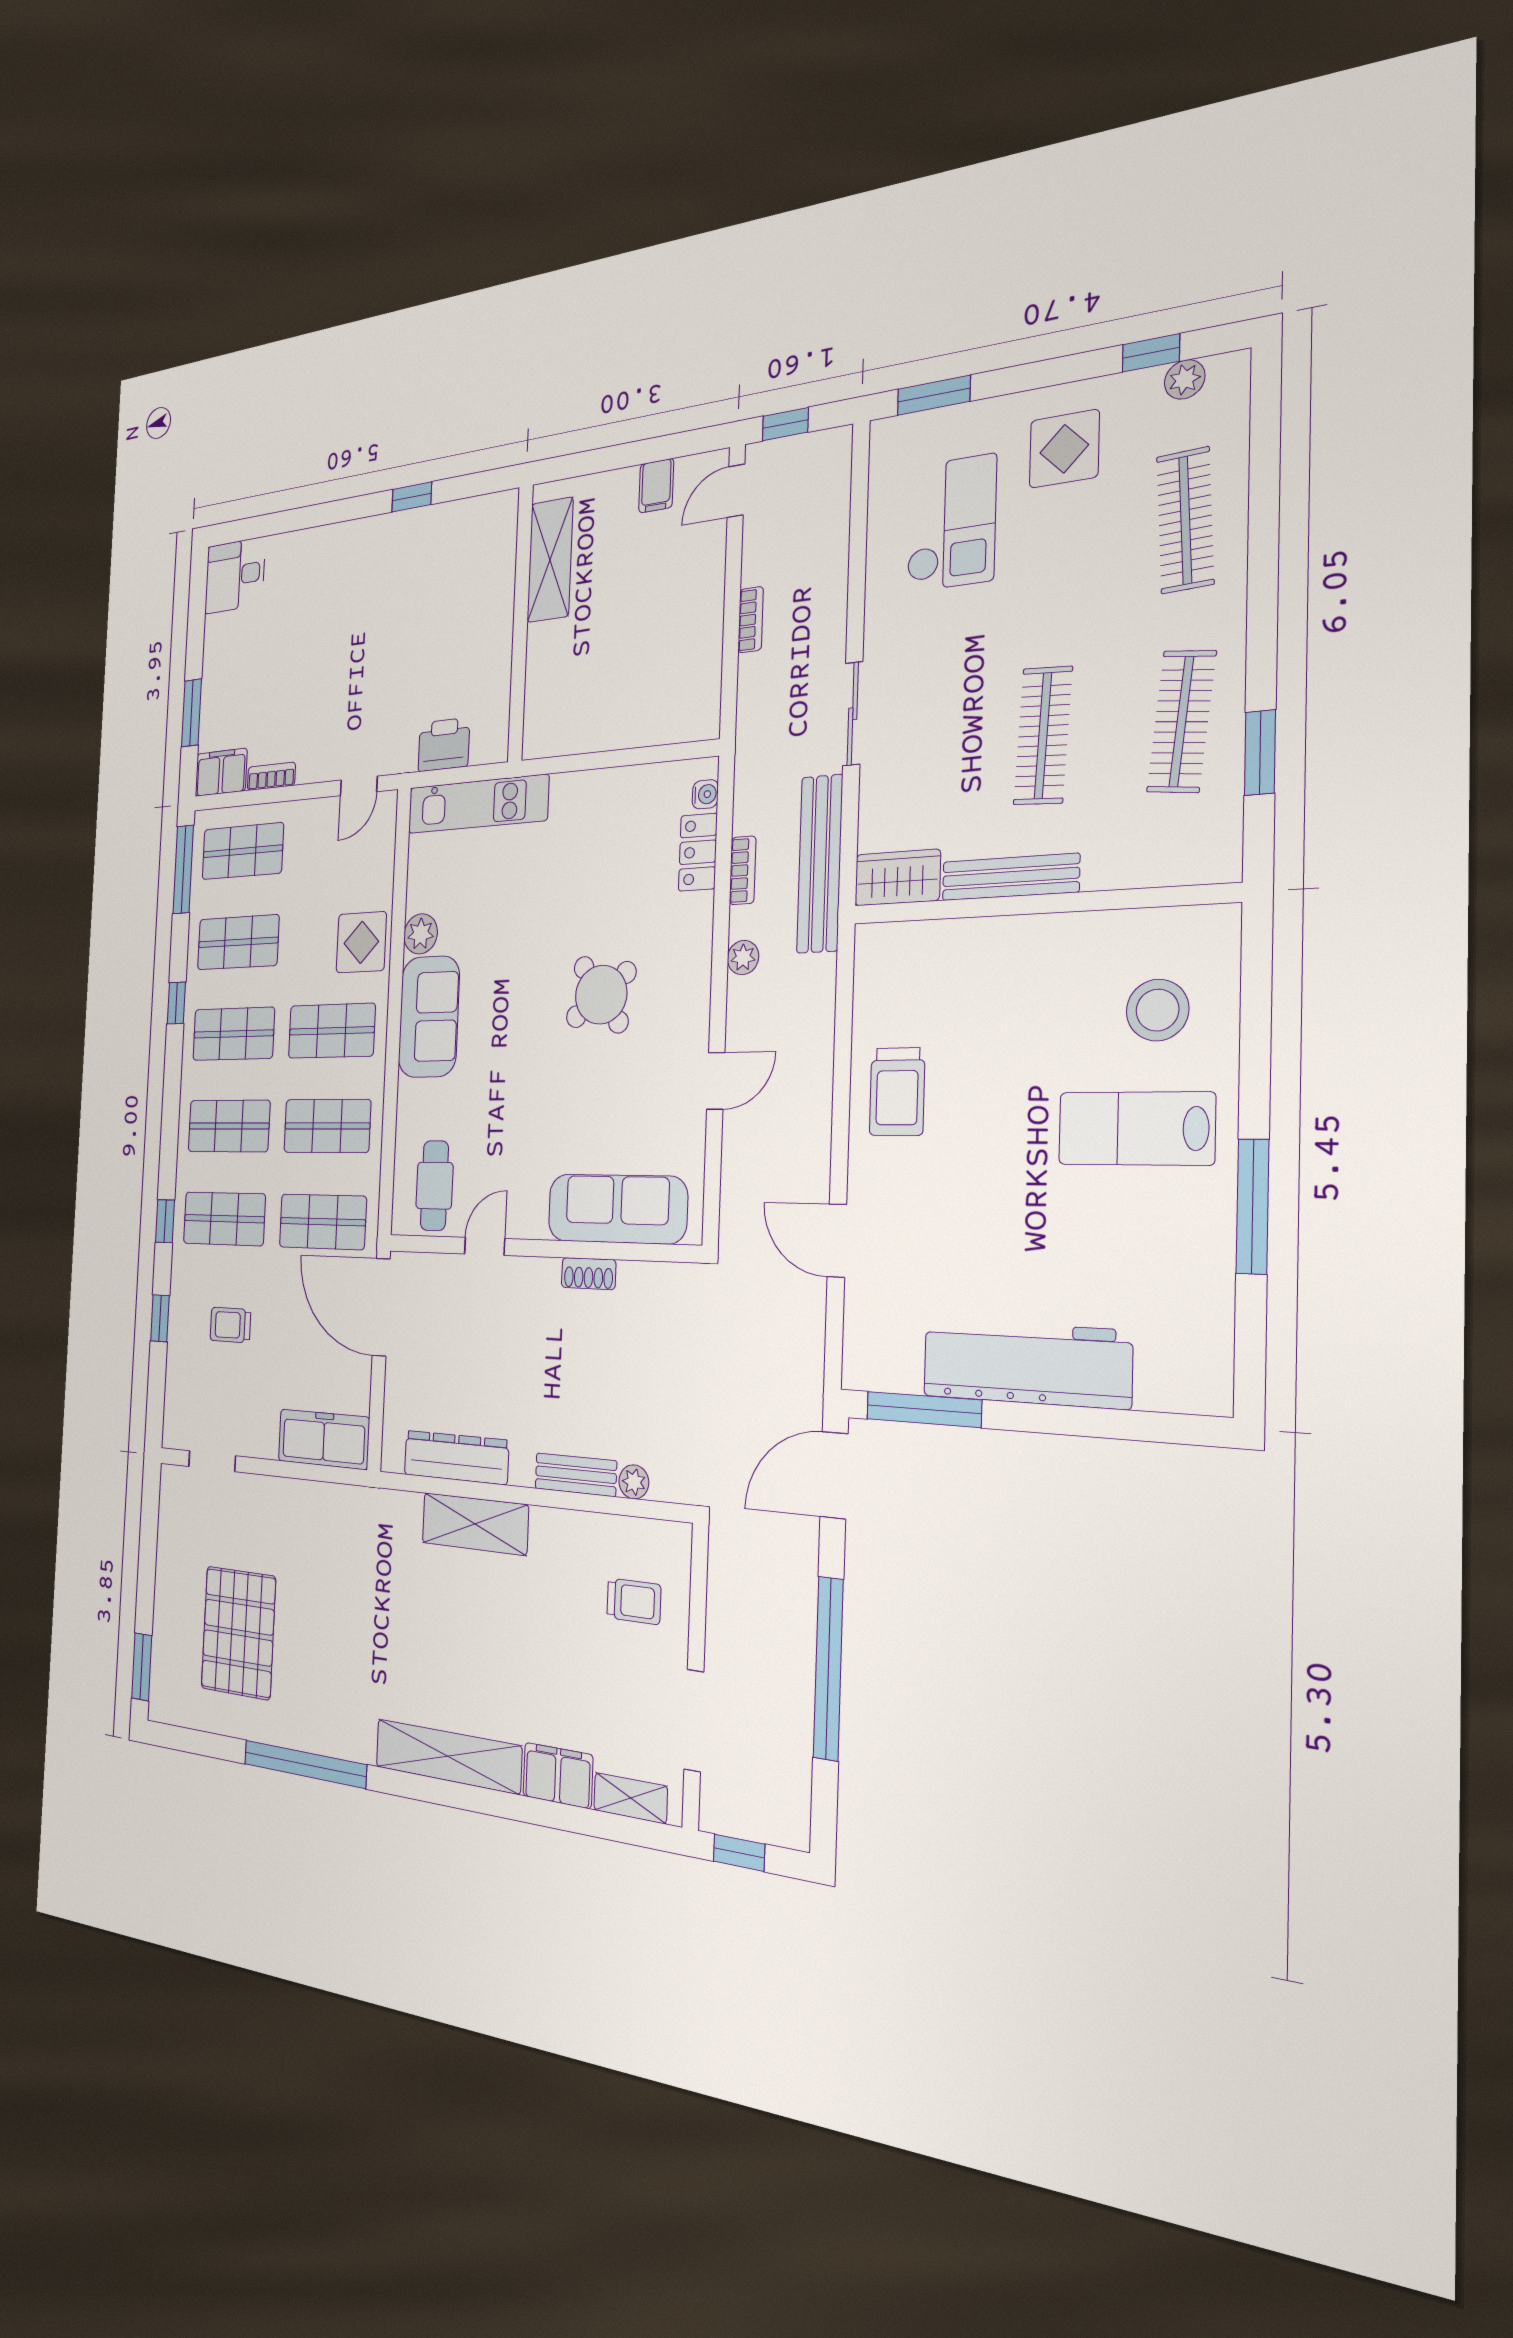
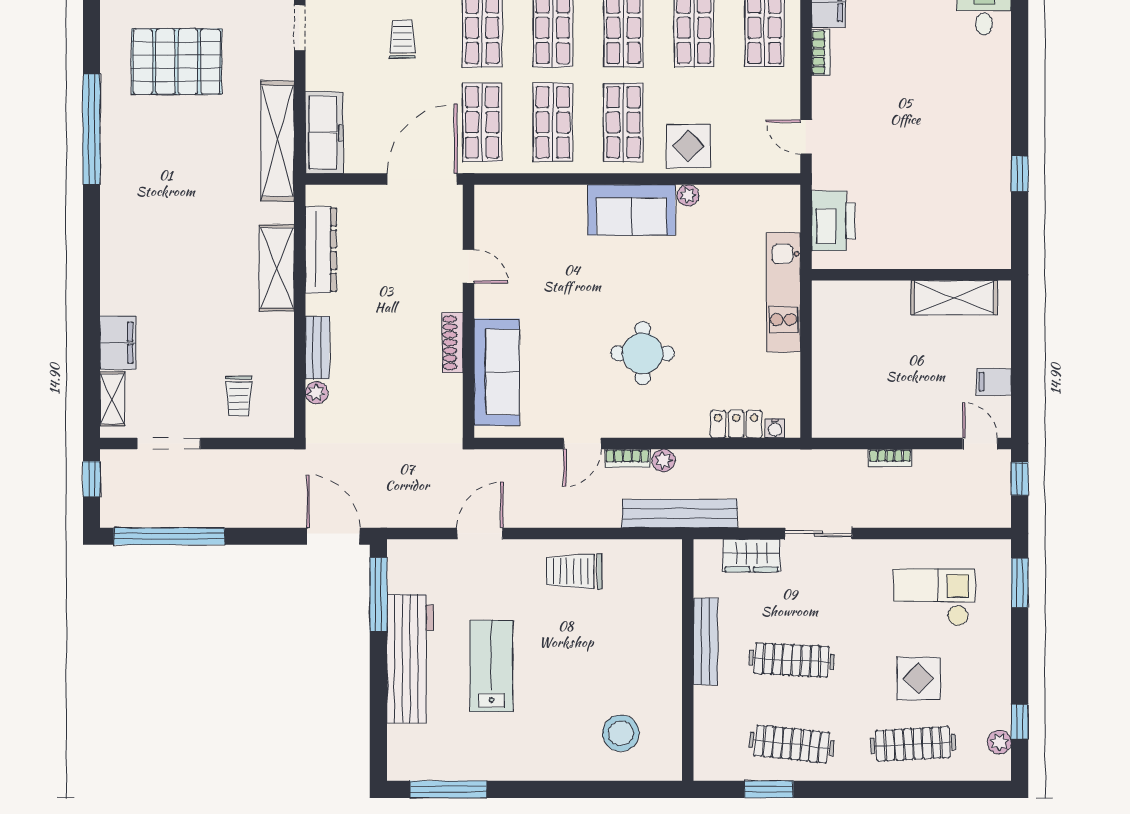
display table: (1064, 449) -> (919, 678), moved
checkout: (951, 523) -> (934, 597), turned 180
printer: (444, 745) -> (833, 221), width x1.37, depth x1.19
kitchen unit: (478, 804) -> (783, 292), moved
bench: (820, 864) -> (680, 514), moved
bookcase: (743, 870) -> (627, 458), moved
wardrobe: (897, 878) -> (752, 556), moved, turned 90
plant: (421, 934) -> (688, 195), width x0.73, depth x0.73
round table: (601, 995) -> (643, 353), turned 37
door: (716, 1081) -> (582, 443), hinge flipped
lab bench: (1136, 1129) -> (491, 666), moved
cafe table: (434, 1186) -> (510, 221), removed
window: (1253, 1206) -> (448, 789), moved
shoe rack: (589, 1274) -> (453, 343), width x1.43
window: (828, 1668) -> (169, 536), moved
shelving: (448, 1756) -> (278, 141), moved

